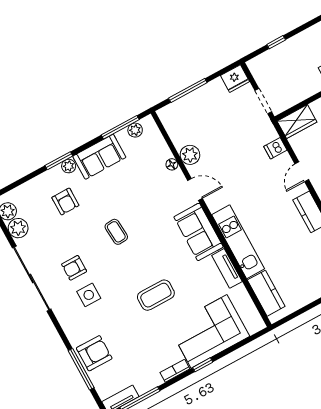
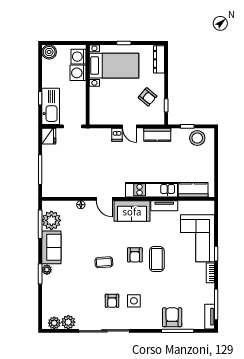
kitchen sink: (273, 61) -> (51, 106), added
wardrobe: (297, 122) -> (97, 112), removed
plant: (135, 130) -> (51, 220), width x1.88, depth x1.88
dishwasher: (275, 148) -> (117, 135), moved
plant: (190, 155) -> (81, 190), removed
door: (195, 189) -> (104, 199), swing flipped
armchair: (65, 201) -> (135, 255), moved, turned 90

